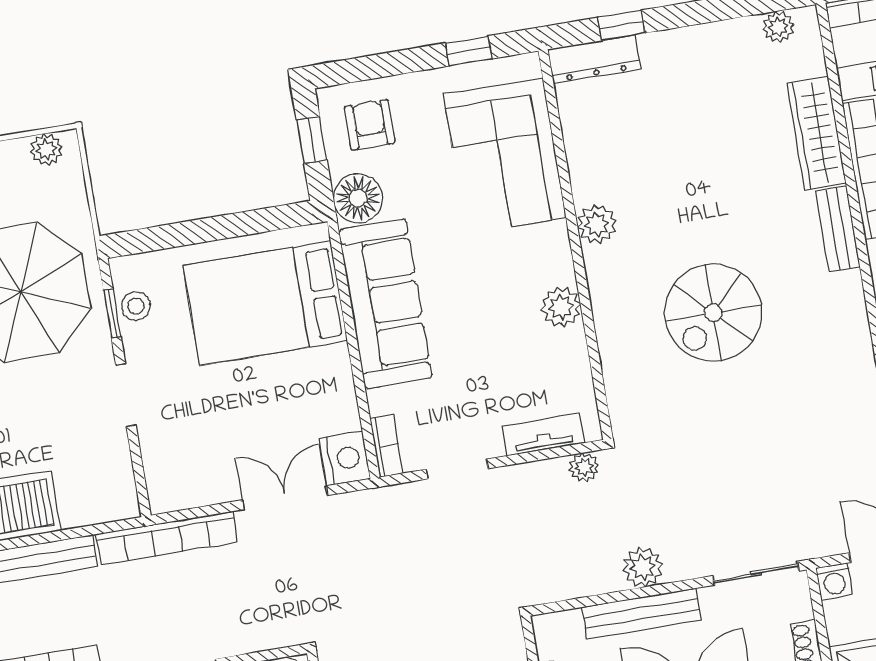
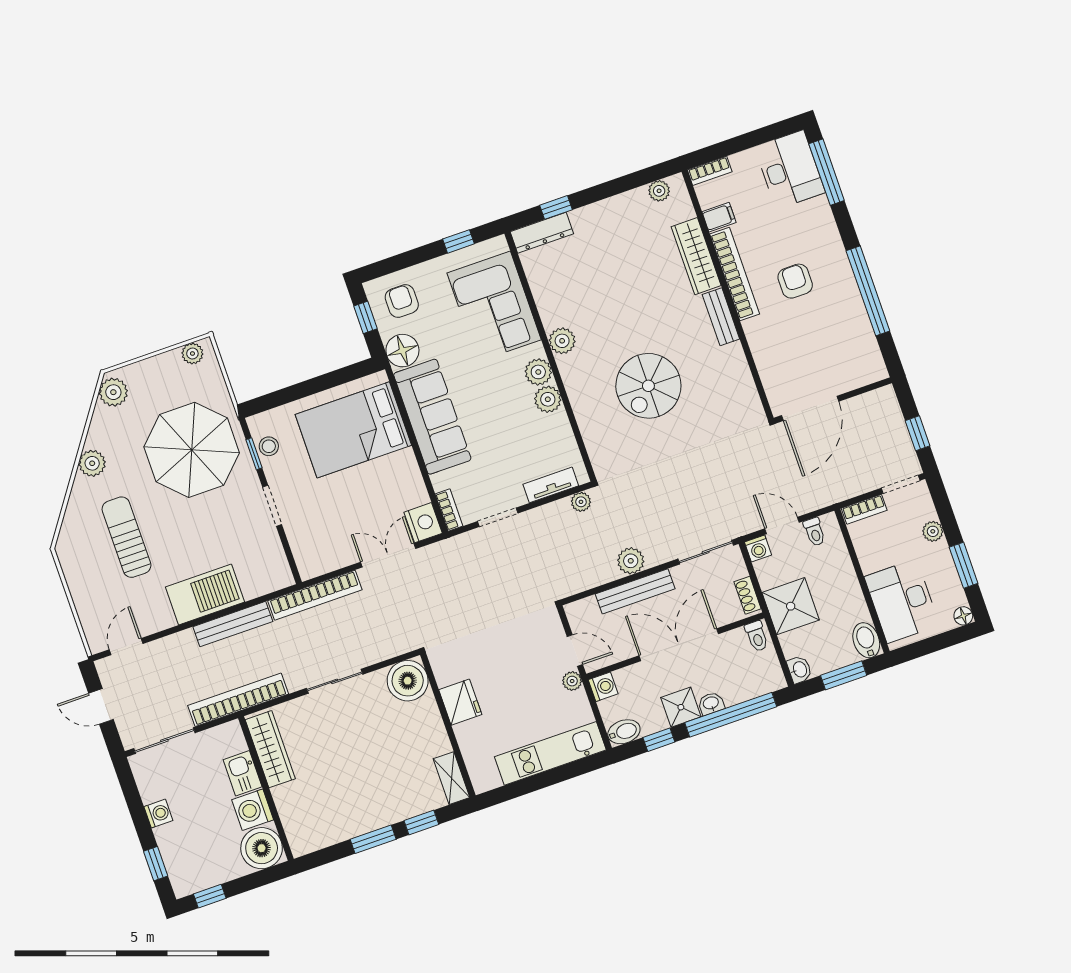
plant: (554, 264) -> (538, 372), added

